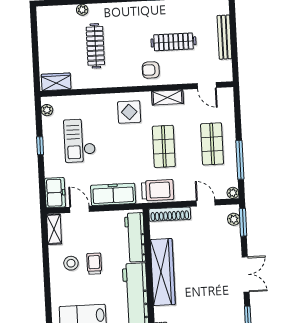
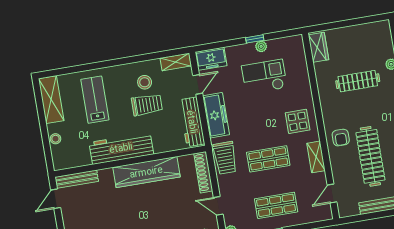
clothes rail: (173, 42) -> (370, 156), width x1.37, depth x1.31
armchair: (151, 70) -> (341, 138), turned 180
plant: (47, 110) -> (261, 46), moved
door: (206, 203) -> (218, 206), swing flipped
workbench: (135, 237) -> (192, 122), moved, turned -90
trolley: (94, 264) -> (147, 105), width x1.36, depth x1.39

